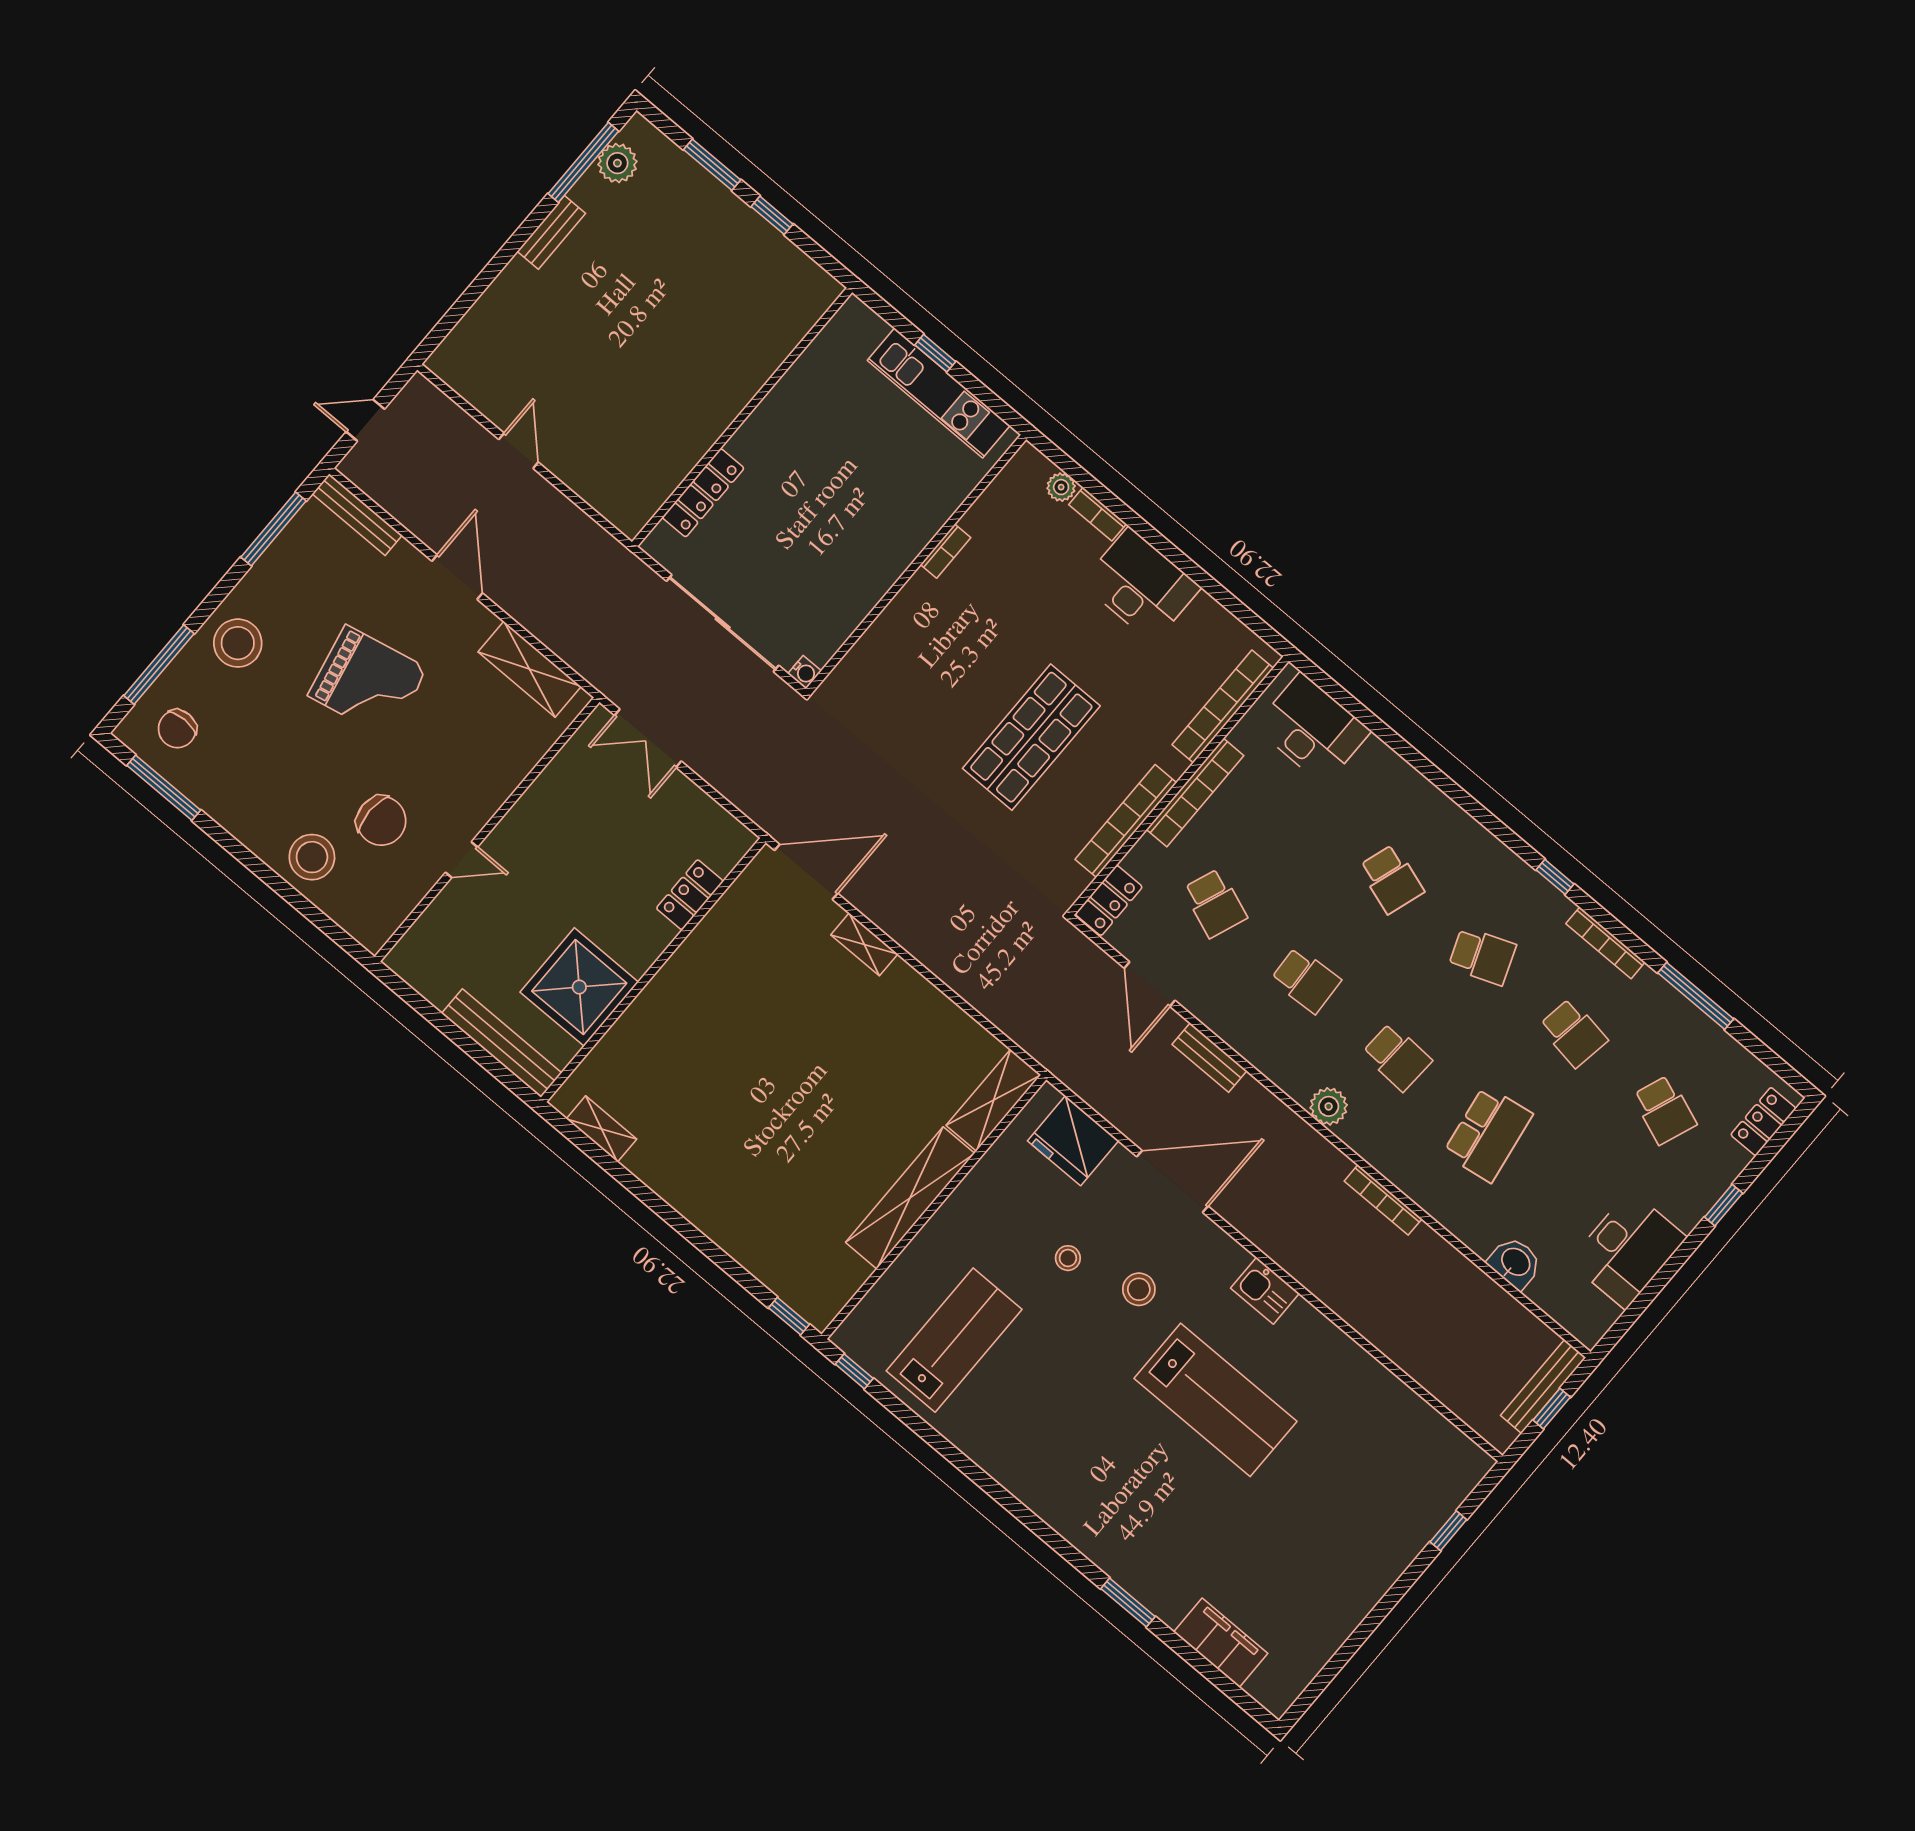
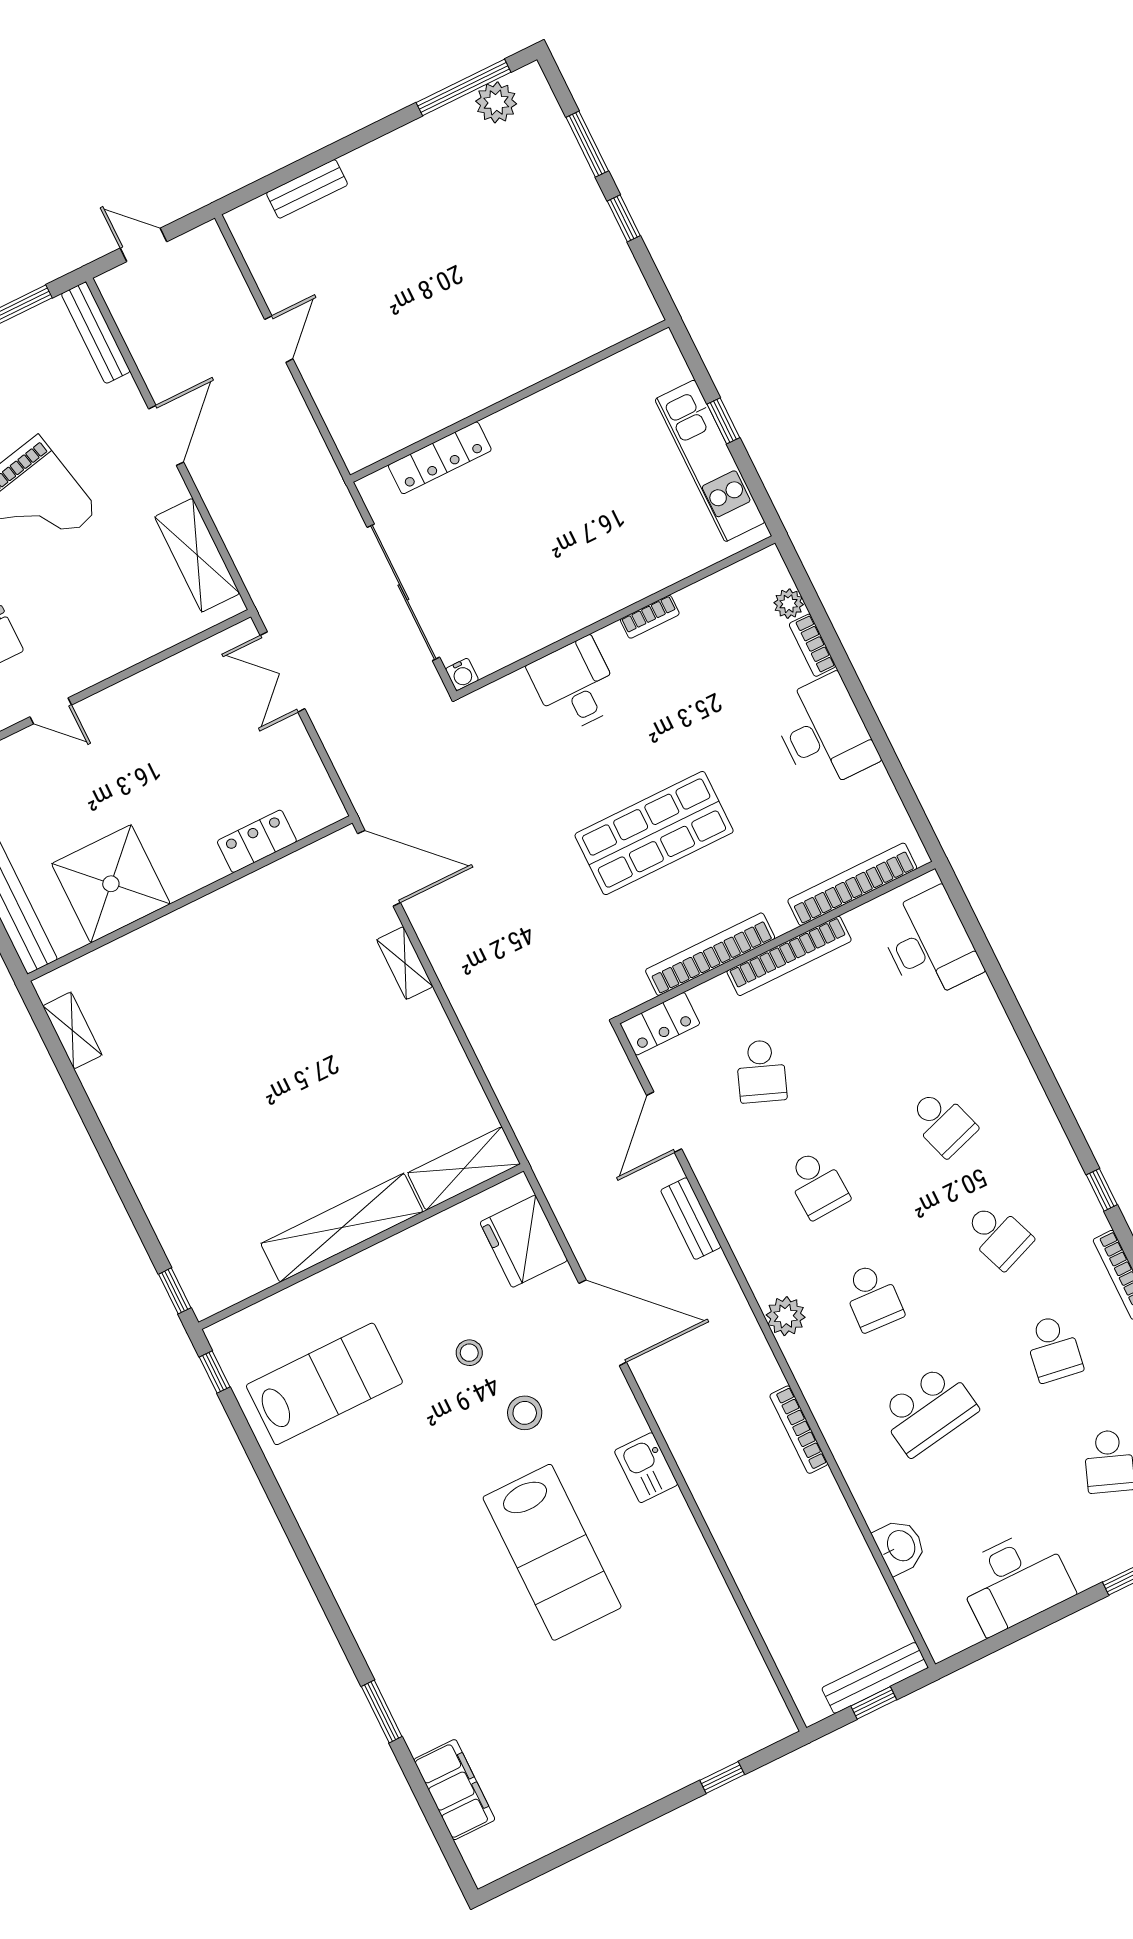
bench: (551, 232) -> (307, 189), moved
desk: (907, 639) -> (575, 685), added
school desk: (1391, 879) -> (942, 1123), turned -36

